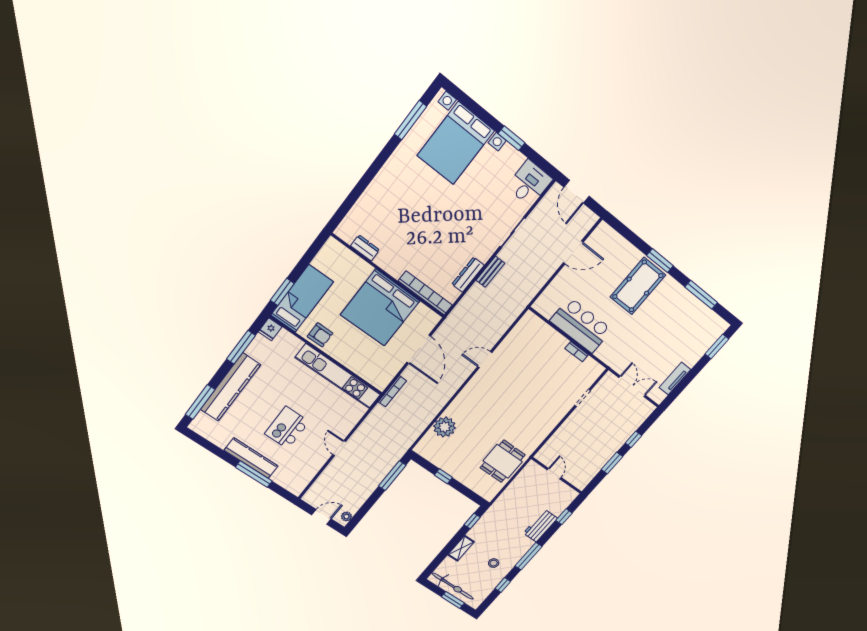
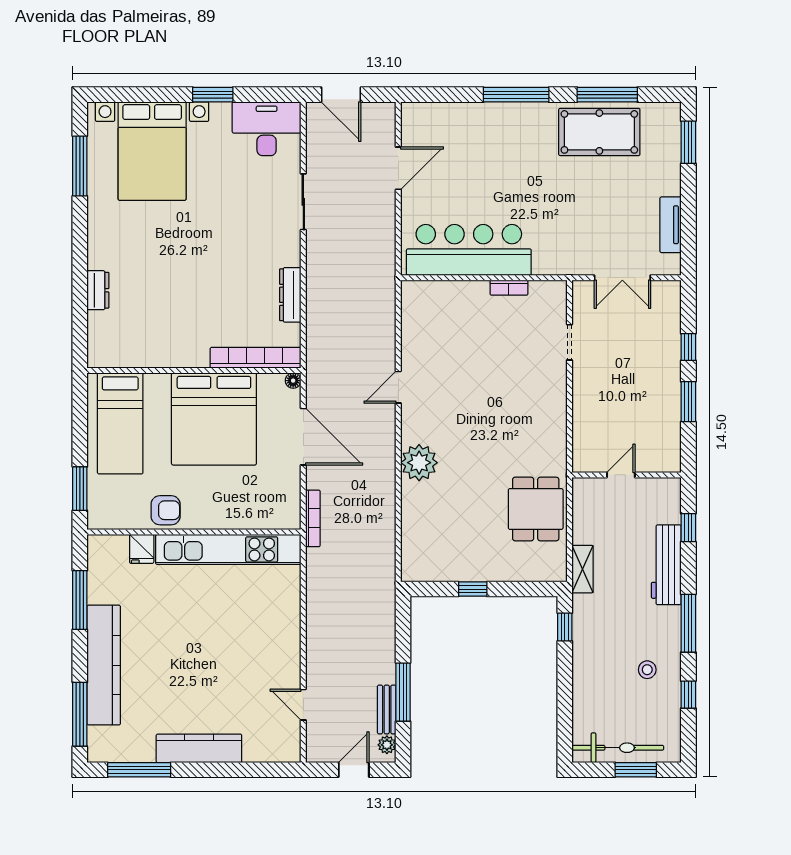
desk: (529, 183) -> (267, 129), width x1.37
dresser: (365, 248) -> (98, 290), moved, turned 90
window: (660, 261) -> (516, 95), width x1.44
bench: (490, 272) -> (387, 709), moved
pool table: (638, 286) -> (599, 132), moved, turned 90
bed: (302, 299) -> (120, 423), moved, turned 180
floor lamp: (435, 318) -> (293, 381), added
bar counter: (581, 325) -> (469, 250), width x1.36
fridge: (270, 329) -> (142, 549), moved
double door: (632, 386) -> (622, 278), swing flipped
plant: (445, 427) -> (419, 463), moved
kitchen island: (287, 428) -> (215, 670), removed
door: (339, 448) -> (303, 705), moved
window: (254, 474) -> (139, 770), moved
door: (554, 474) -> (621, 475), hinge flipped
window: (392, 476) -> (403, 692), moved
workbench: (540, 526) -> (666, 565), width x1.37
shelving: (461, 548) -> (583, 569), moved

